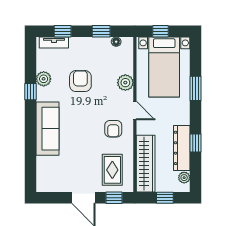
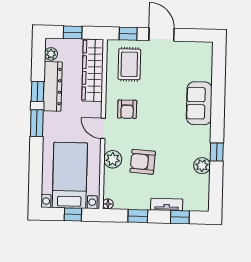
tv unit: (54, 42) -> (167, 205), moved
floor lamp: (116, 42) -> (108, 204), moved
armchair: (80, 81) -> (143, 162), moved, turned 94
window: (196, 88) -> (37, 123), moved
sofa: (47, 129) -> (199, 103), width x0.73
armchair: (113, 129) -> (127, 109), turned 180

